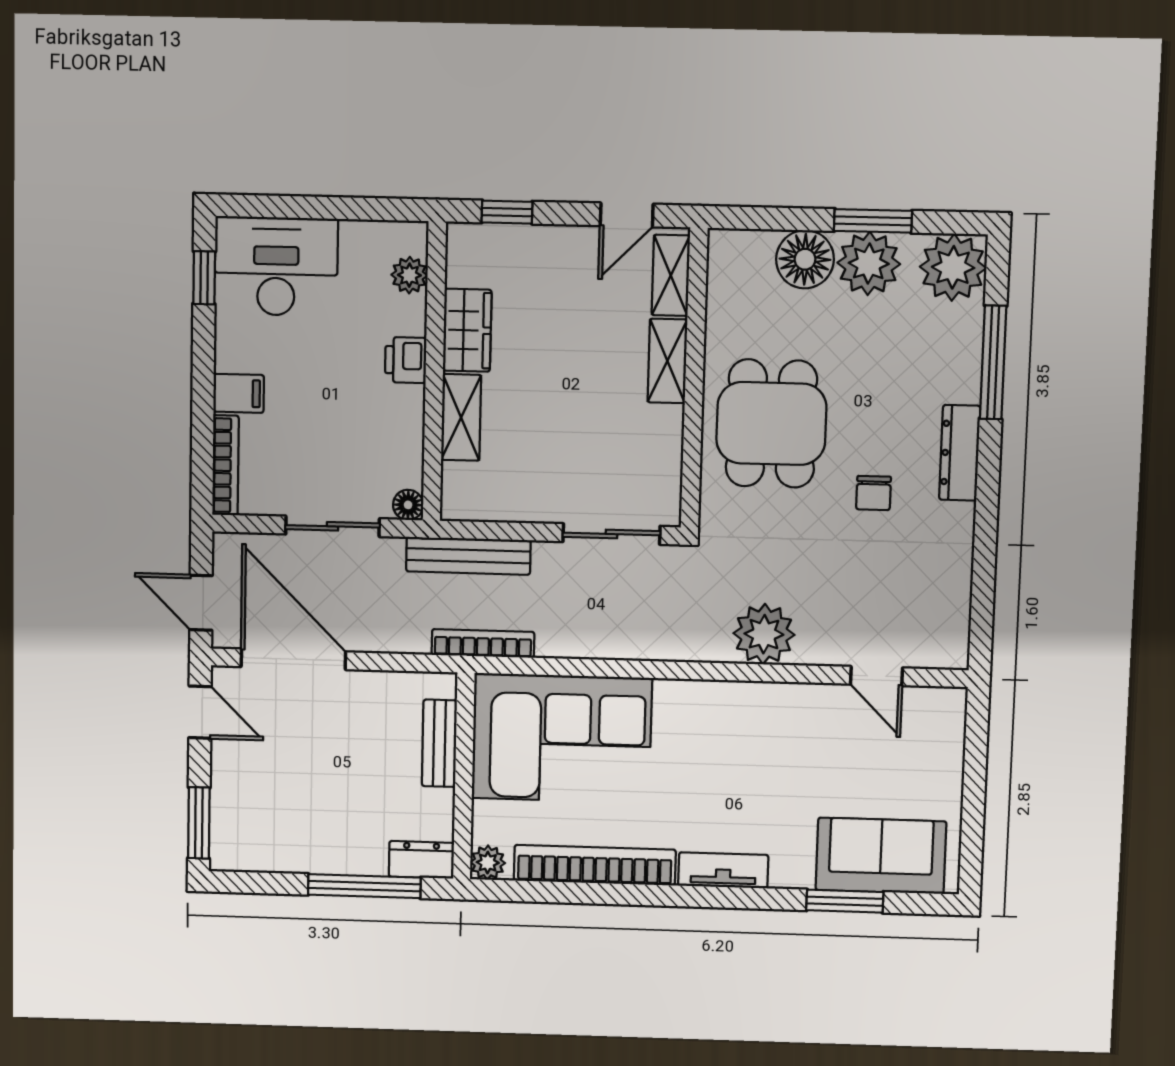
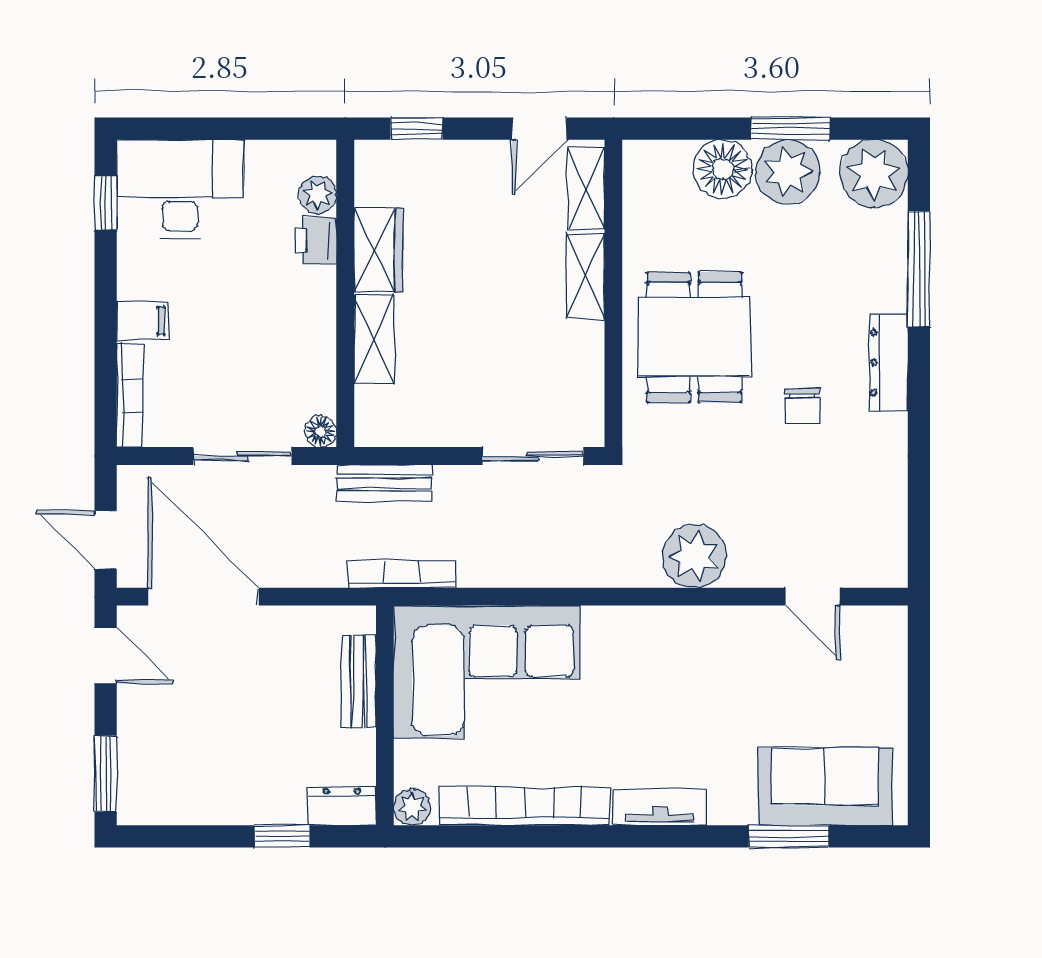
printer: (406, 360) -> (315, 240), moved
bench: (468, 556) -> (385, 483), width x0.73
window: (364, 886) -> (282, 836), width x0.46

